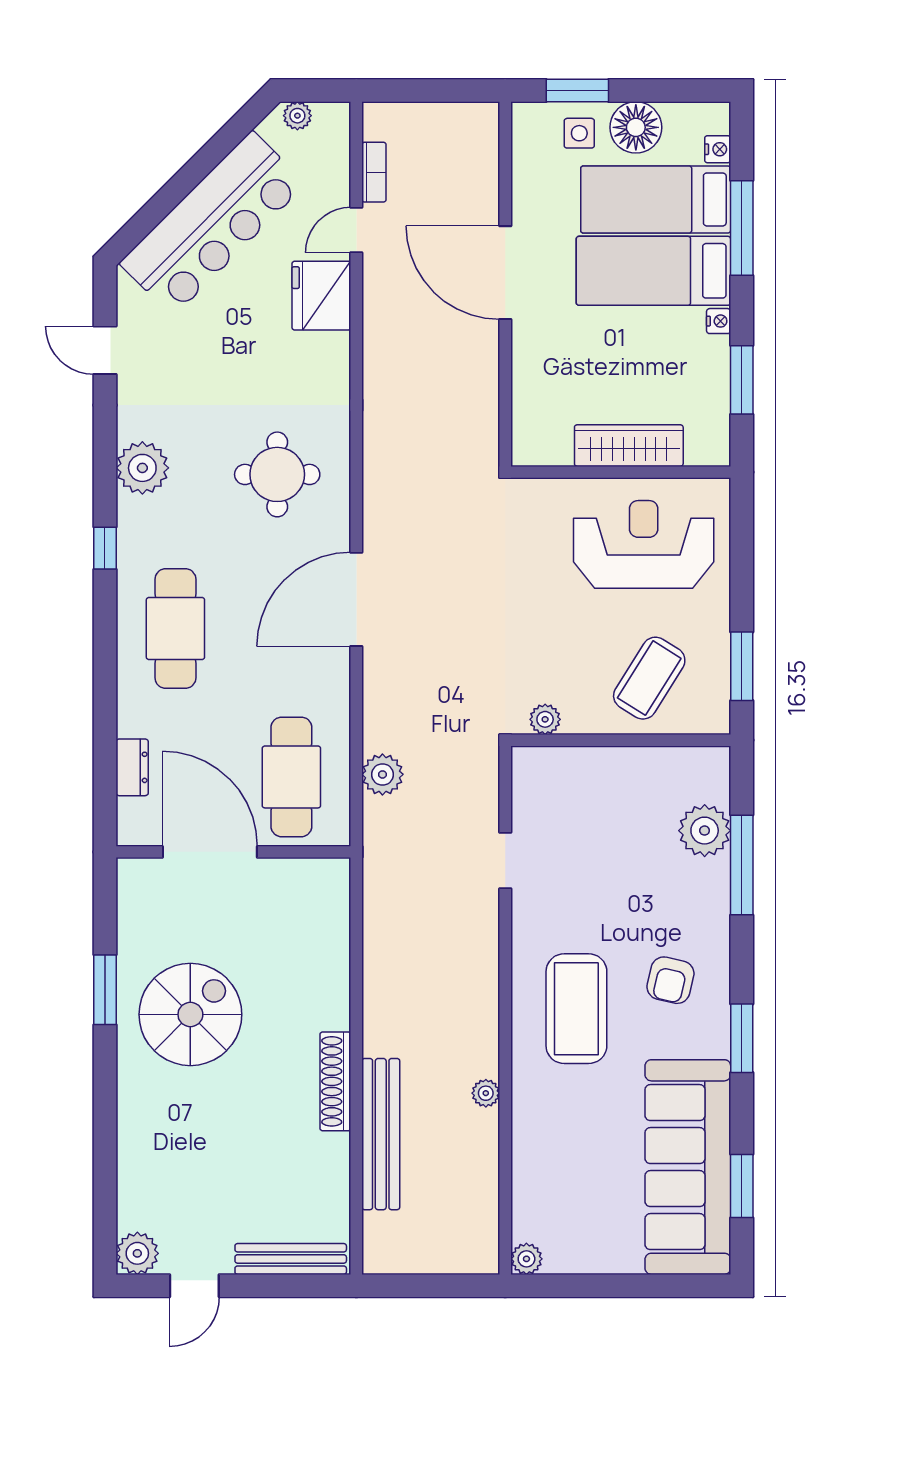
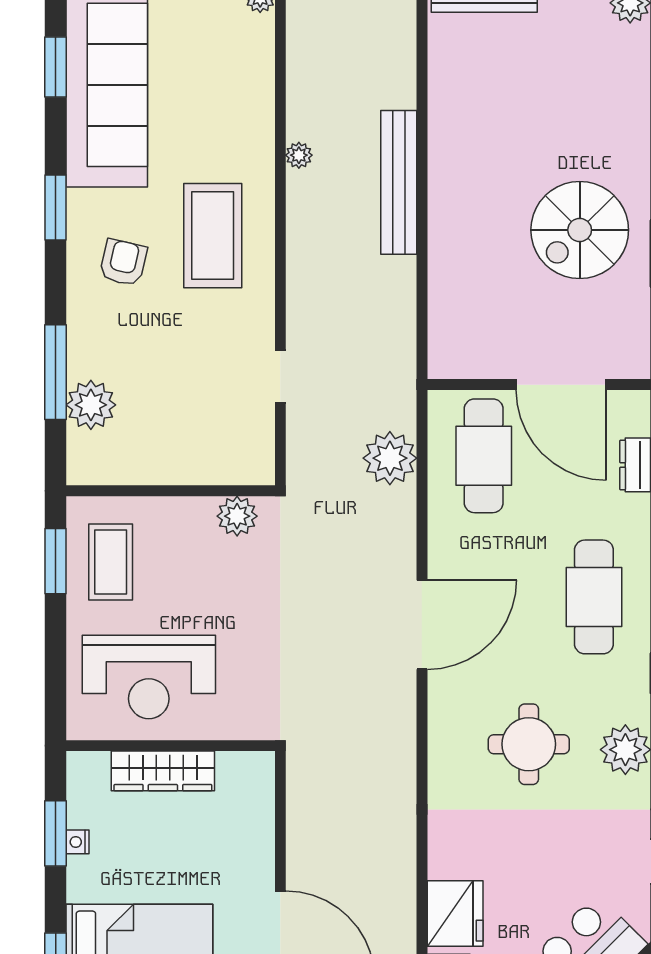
nightstand: (719, 321) -> (77, 842), moved
round table: (277, 474) -> (529, 744), moved
coffee table: (649, 678) -> (111, 562), moved, turned -32
plant: (545, 719) -> (237, 516), width x1.38, depth x1.38
plant: (382, 774) -> (390, 458), width x1.36, depth x1.36
shoe rack: (335, 1081) -> (442, 166), removed
bench: (381, 1134) -> (399, 182), moved

